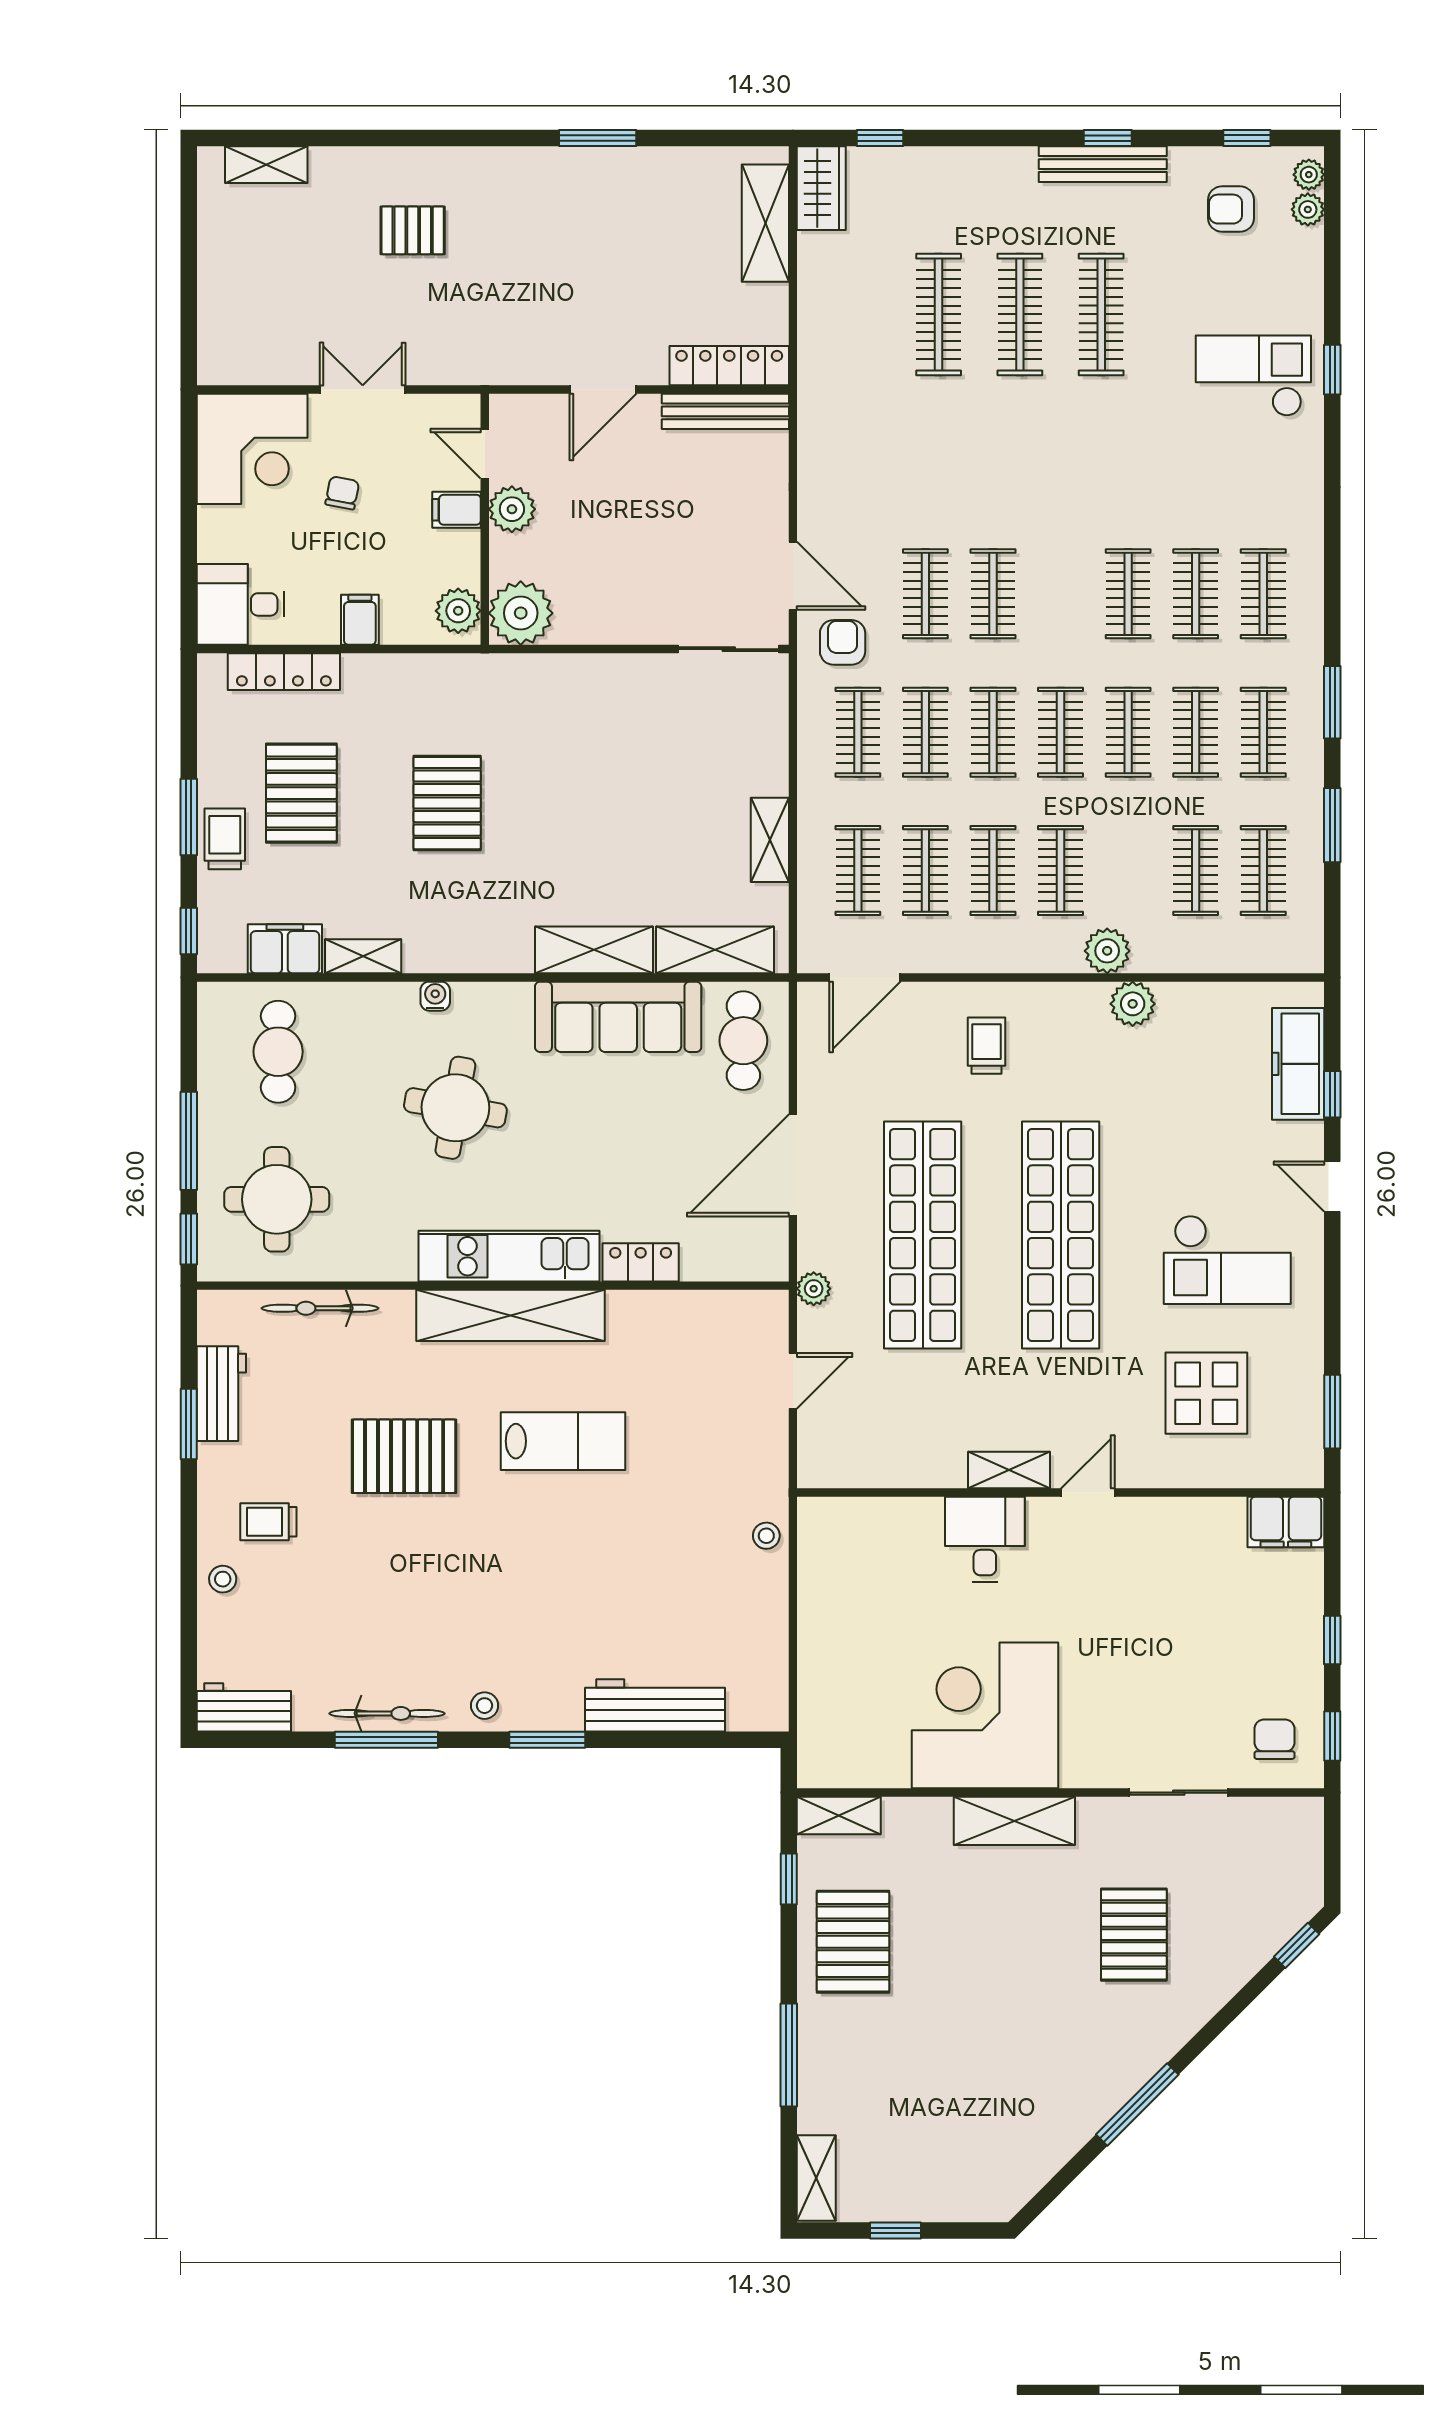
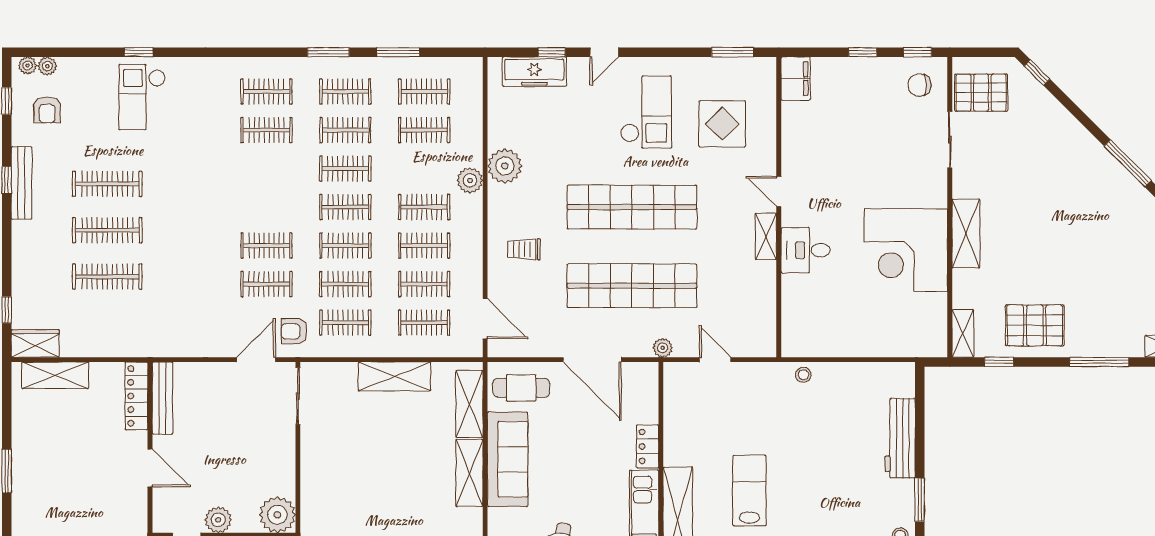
clothes rail: (1128, 594) -> (266, 169), removed
shelving: (770, 840) -> (395, 376), width x1.50, depth x1.33
plant: (1133, 1004) -> (505, 166), width x1.36, depth x1.36
pallet: (1134, 1935) -> (981, 93), moved

